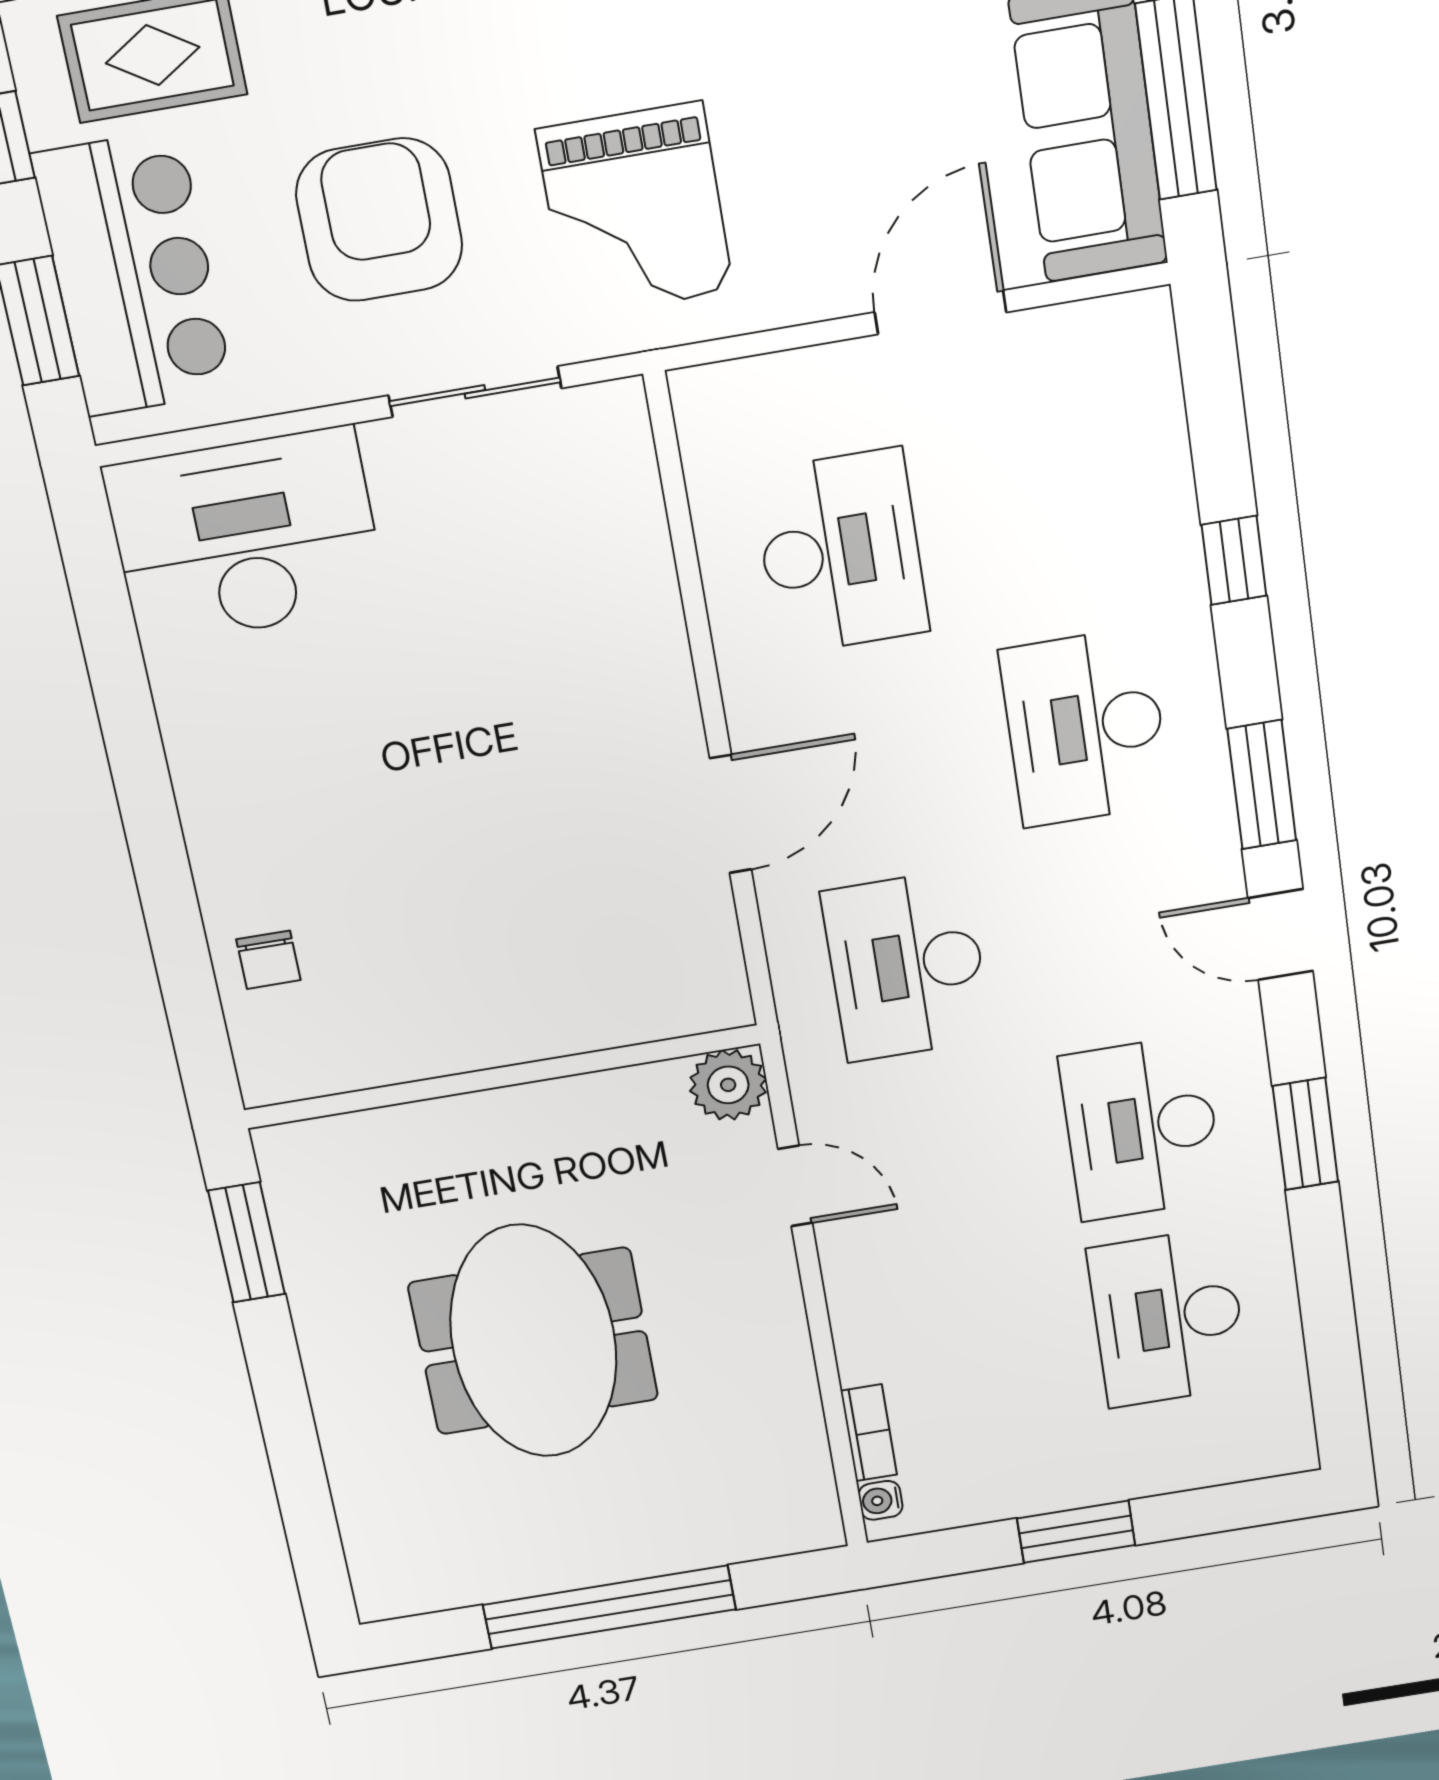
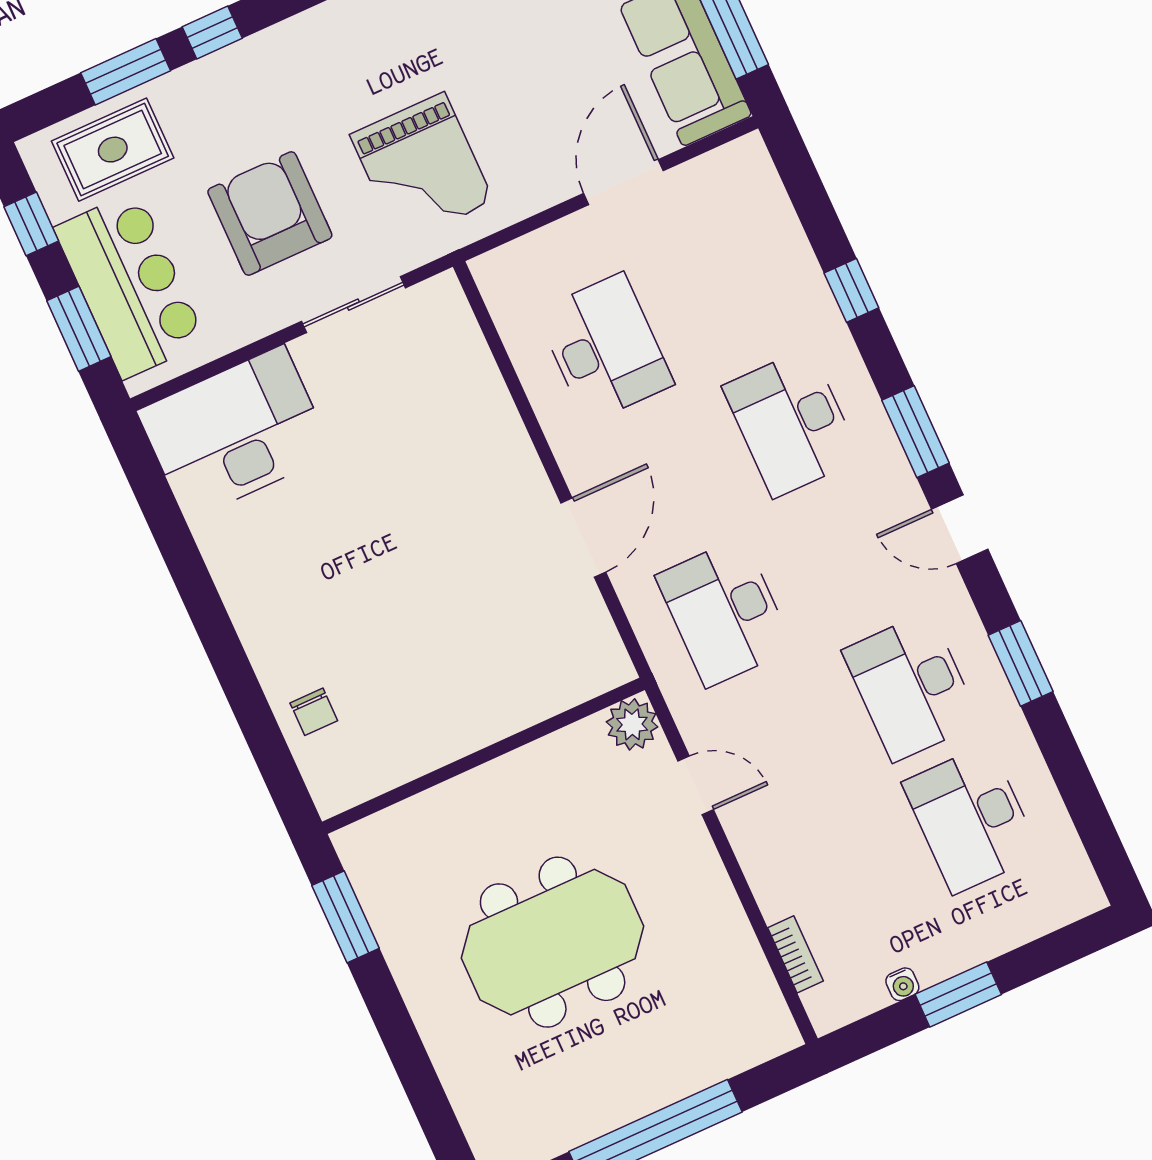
meeting table: (534, 1341) -> (553, 942), turned 90
water cooler: (881, 1500) -> (902, 984), moved, turned -90

